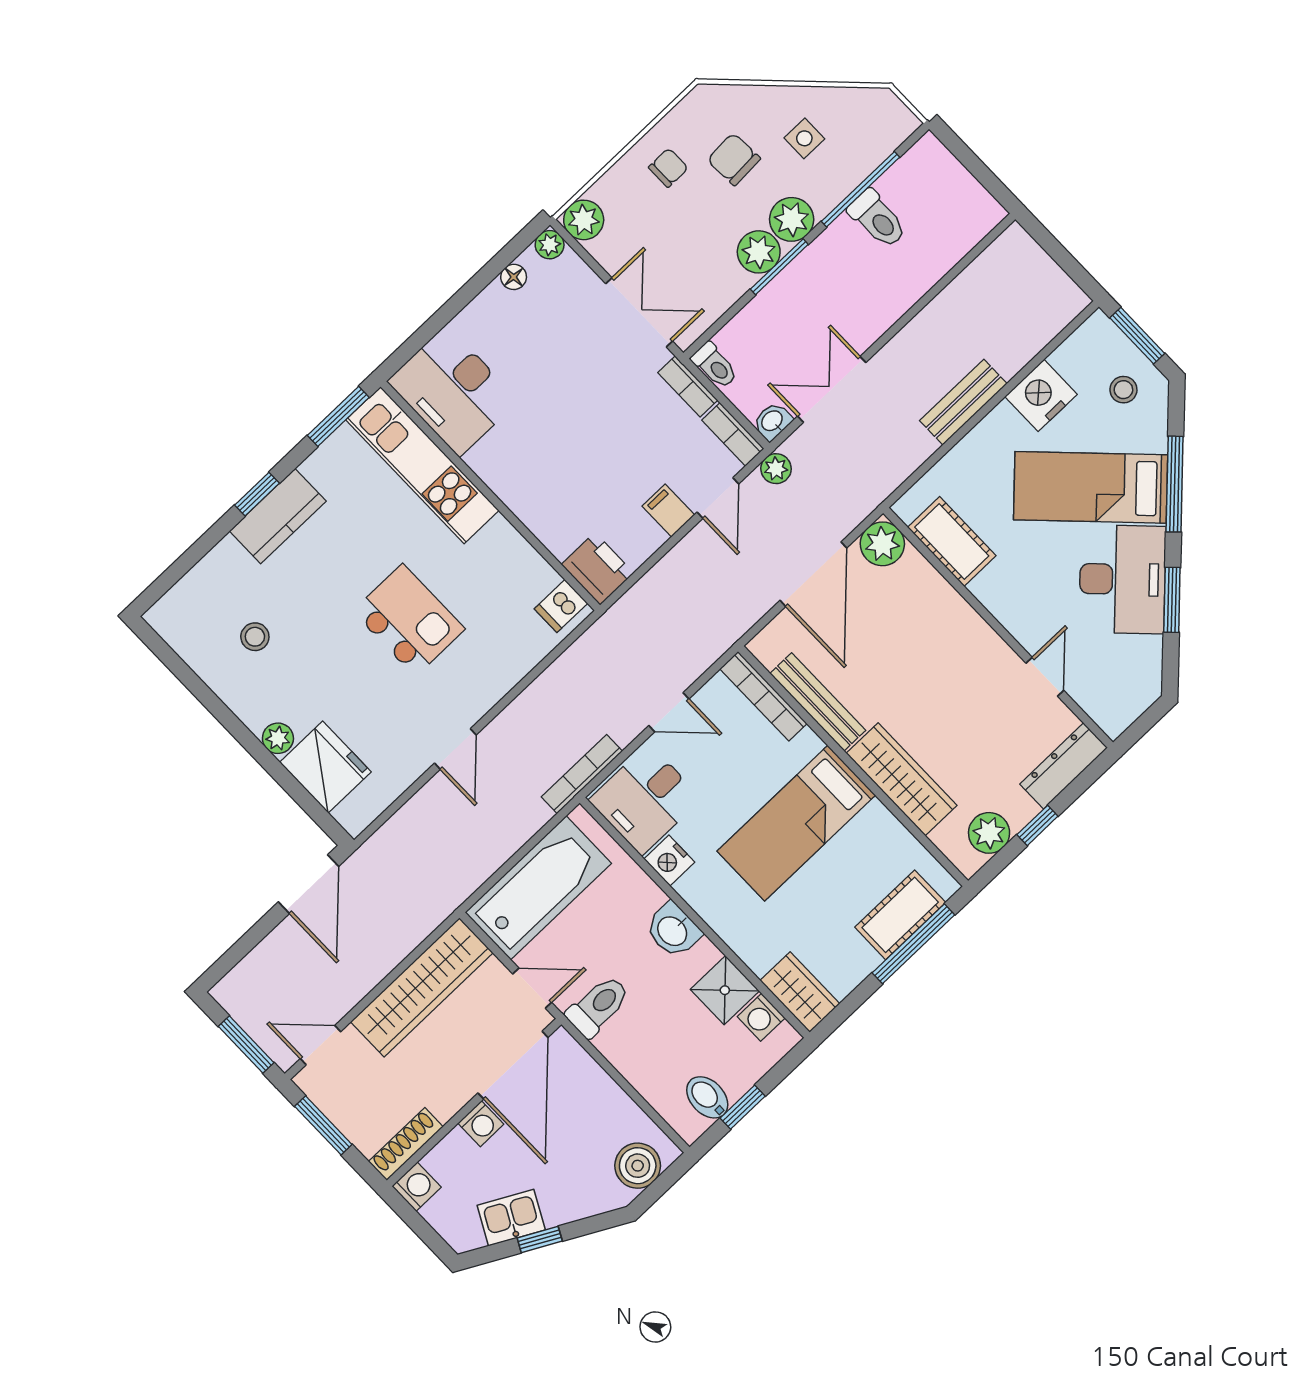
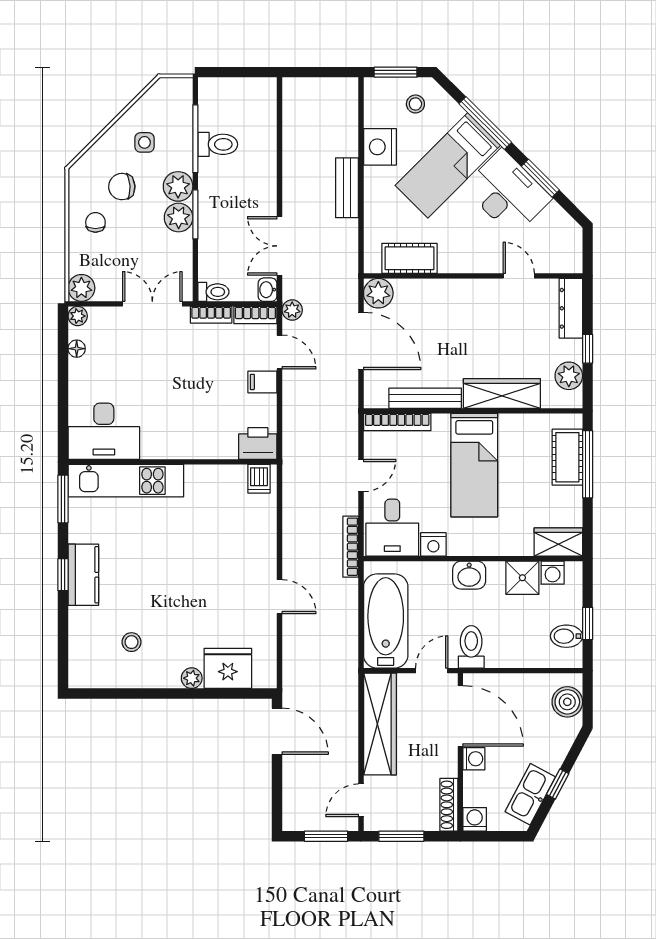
kitchen island: (409, 620) -> (195, 559), removed
kitchen sink: (511, 1218) -> (530, 794), width x1.38

